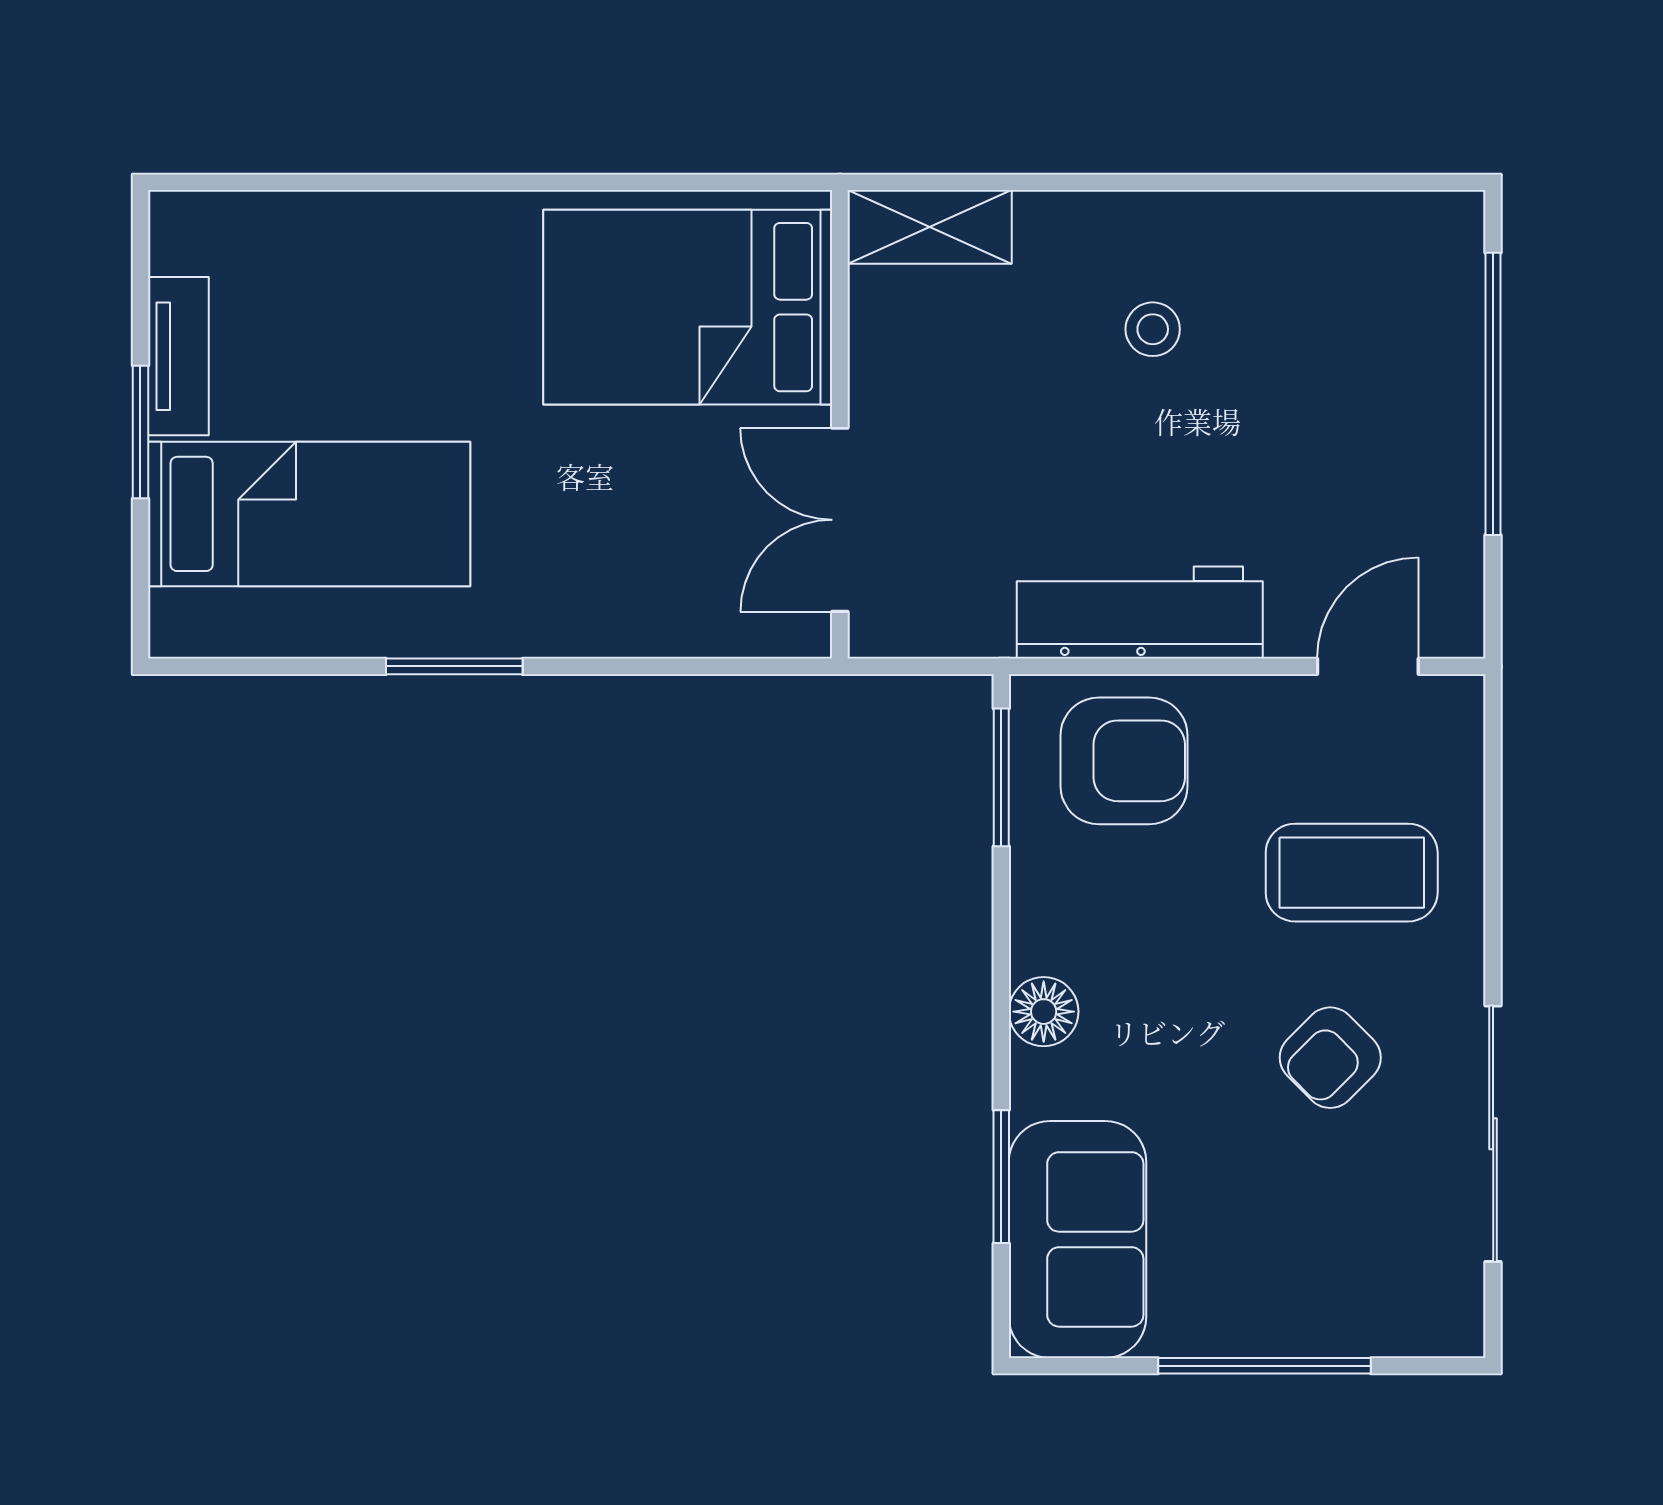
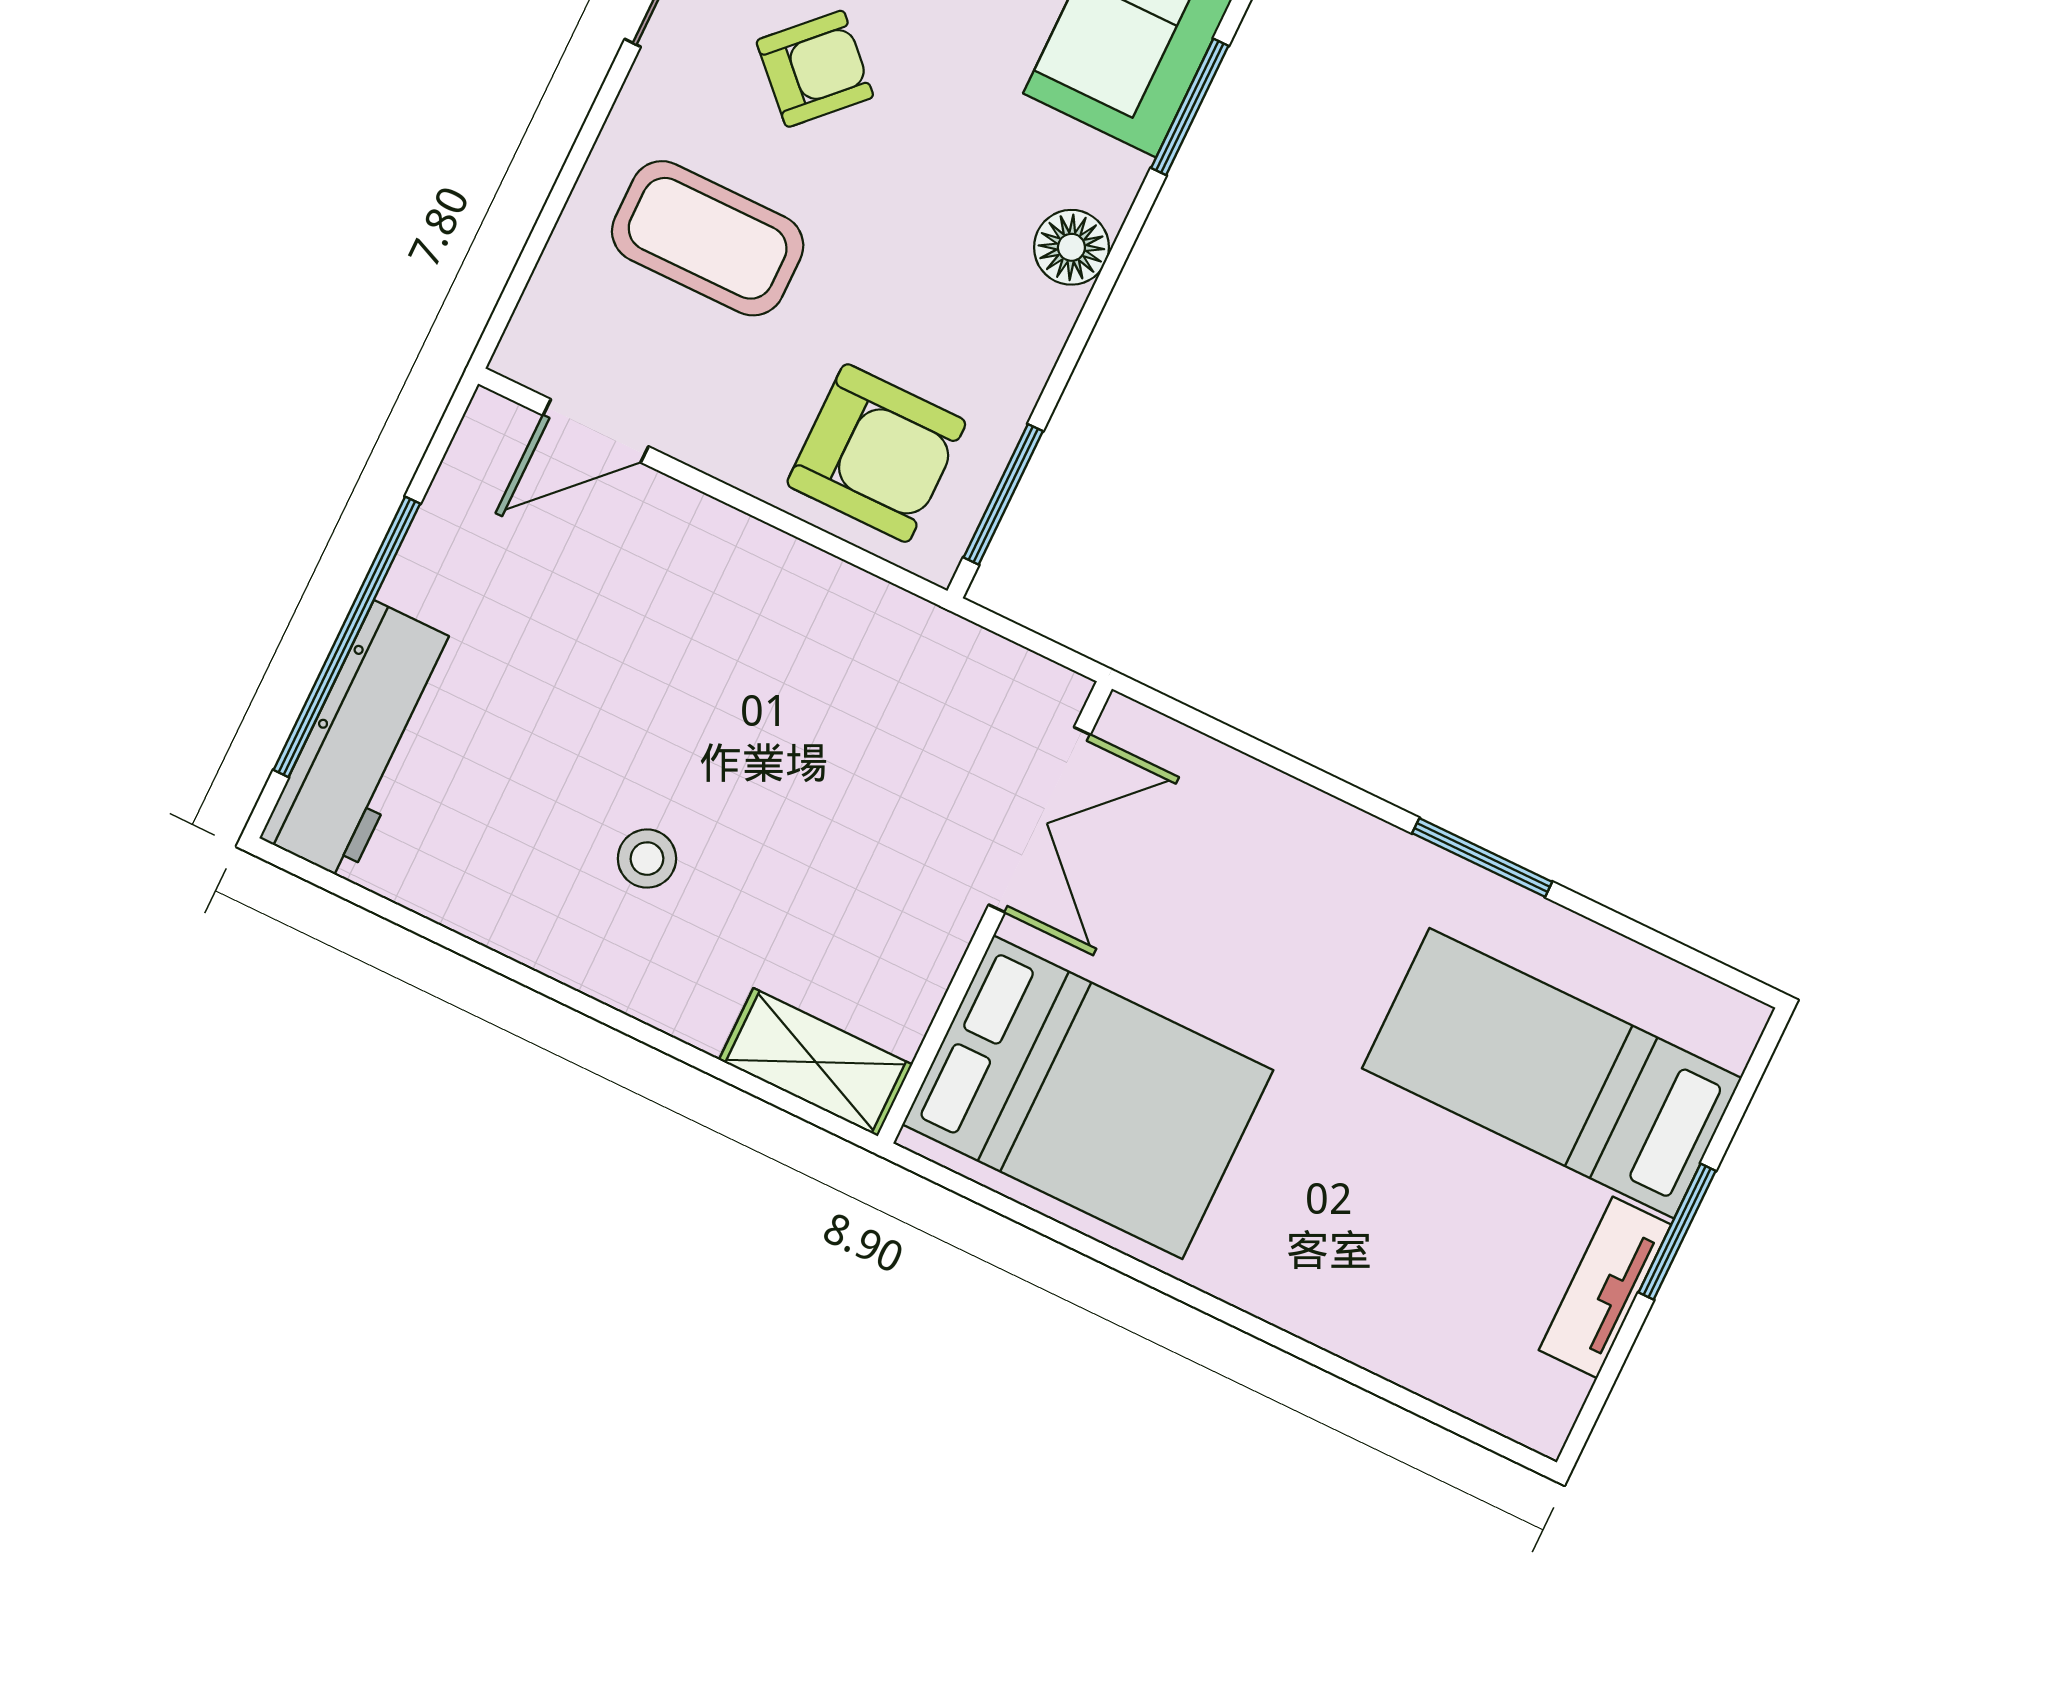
workbench: (1140, 613) -> (361, 741), moved, turned -90
armchair: (1124, 761) -> (876, 453), turned 180

